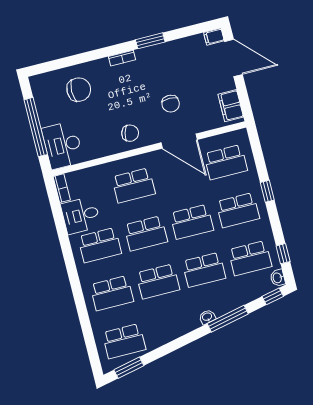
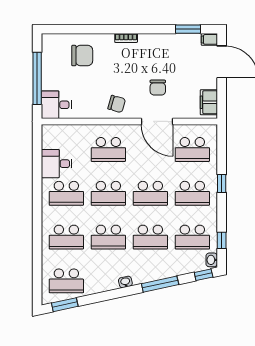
window: (150, 41) -> (188, 29), moved
desk: (63, 145) -> (56, 105), width x0.73
bookcase: (62, 188) -> (46, 136), removed
washbasin: (207, 317) -> (125, 282), moved

